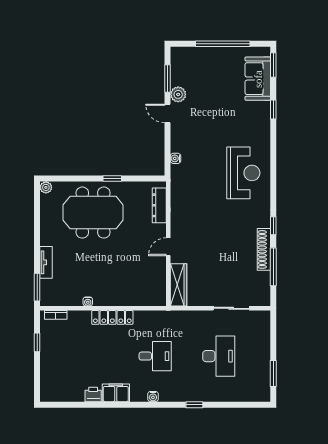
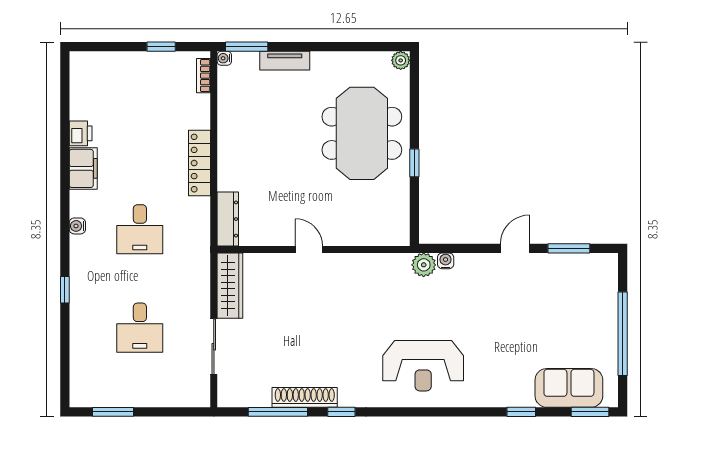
plant: (178, 94) -> (424, 265), moved
dresser: (159, 205) -> (228, 219), moved, turned 90
wardrobe: (179, 285) -> (230, 286), moved, turned -90
water cooler: (88, 302) -> (224, 58), moved
desk: (219, 356) -> (140, 328), width x0.73

